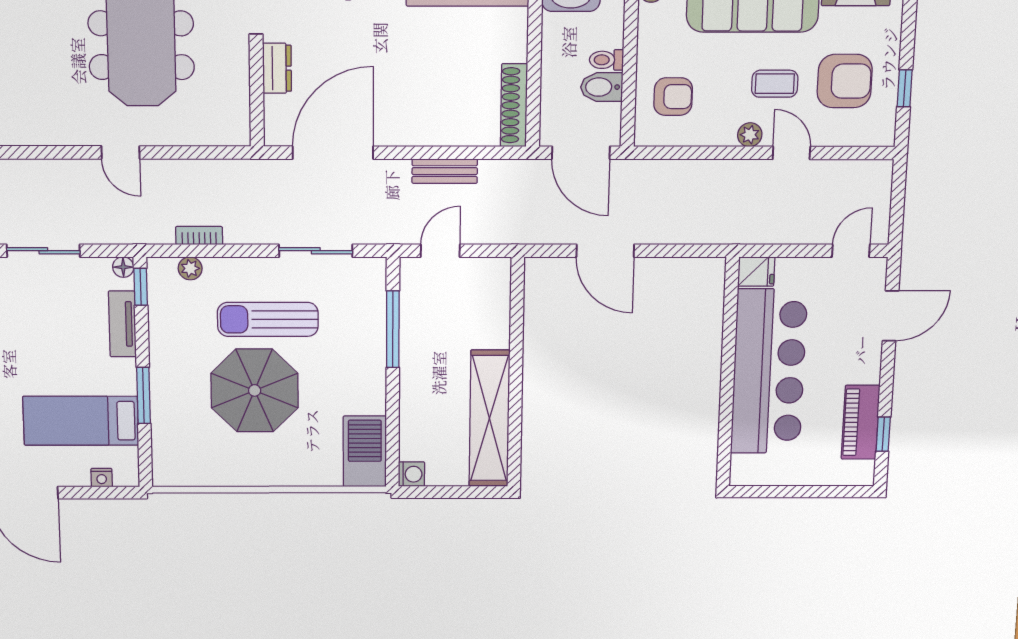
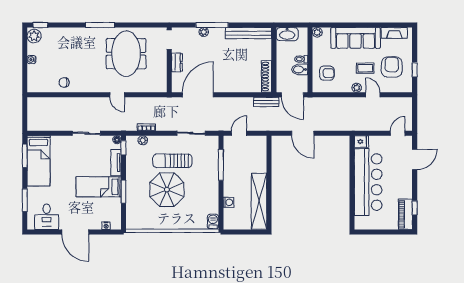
armchair: (845, 81) -> (392, 67), turned -90
bench: (445, 171) -> (266, 102), moved
bed: (81, 421) -> (99, 187), moved
piano: (861, 422) -> (405, 214), moved
barbecue: (365, 451) -> (213, 222), width x0.53, depth x0.65
washing machine: (411, 474) -> (228, 202), moved

